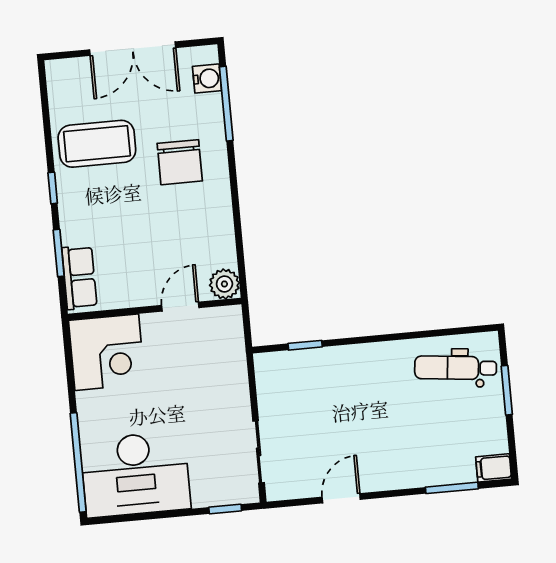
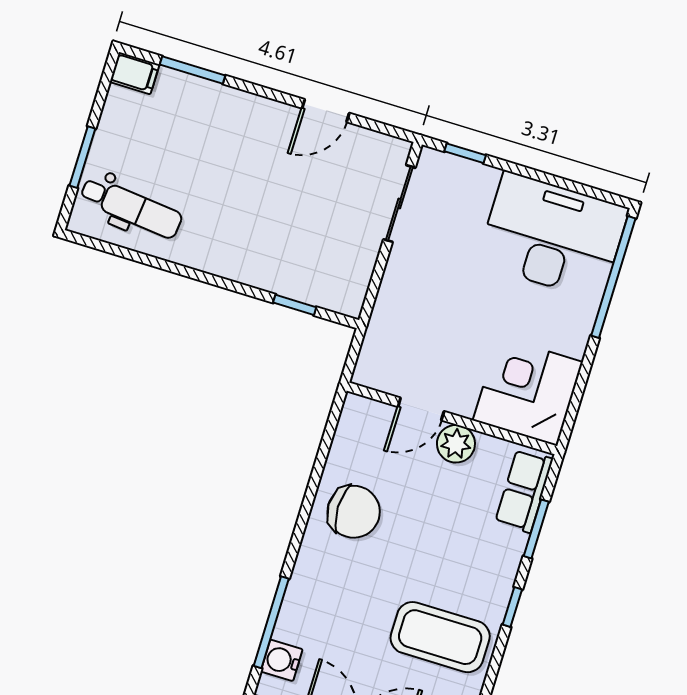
chair: (180, 162) -> (354, 512), moved, turned 90
plant: (224, 284) -> (456, 444), moved

